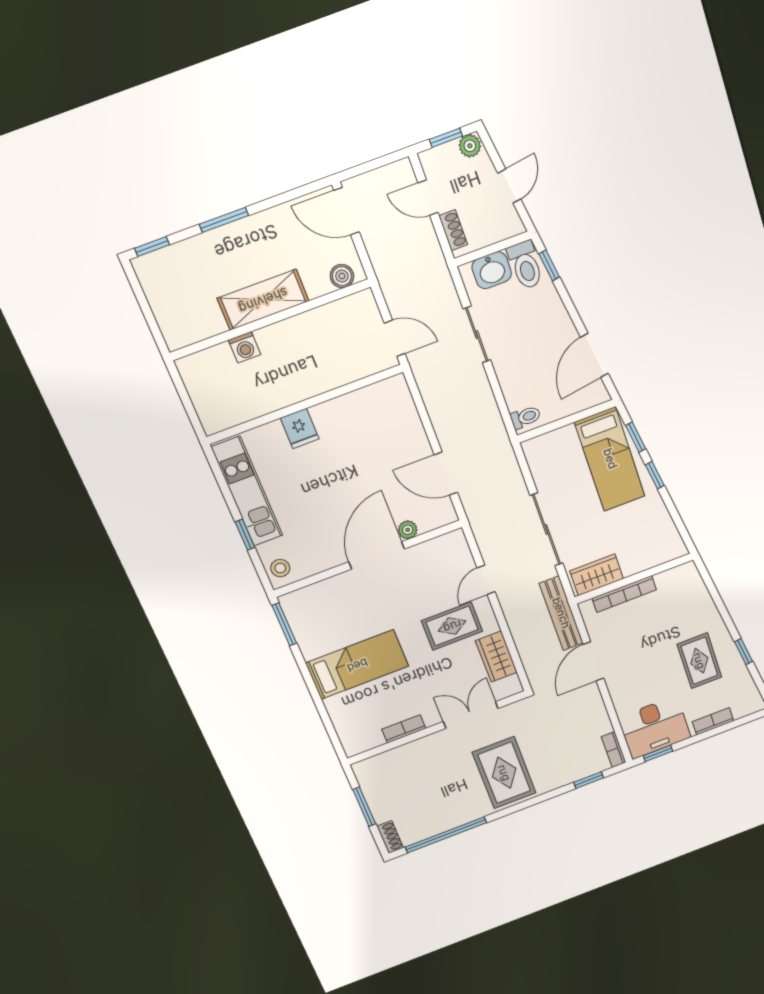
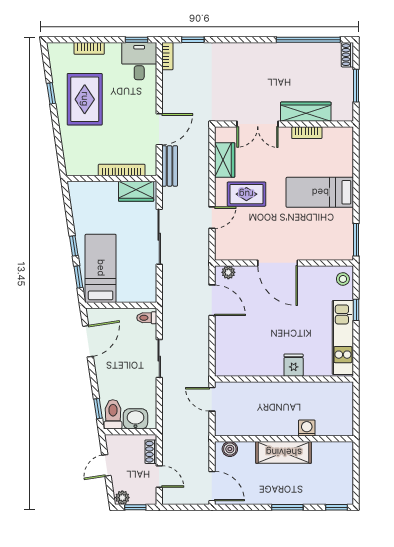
sliding door: (477, 335) -> (159, 359), moved
plant: (408, 530) -> (228, 272), moved
door: (377, 555) -> (278, 263), hinge flipped
bench: (561, 613) -> (170, 166), width x0.73
rug: (699, 661) -> (85, 99), width x1.36, depth x1.43
desk: (654, 727) -> (139, 61), width x0.73
wardrobe: (415, 753) -> (306, 112), added
rug: (504, 773) -> (250, 71), removed

